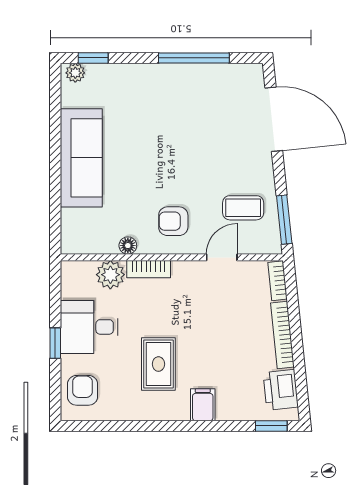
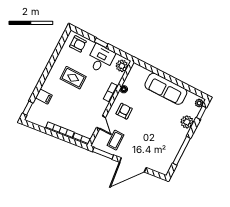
plant: (128, 78) -> (187, 122), added
door: (274, 119) -> (133, 165), moved
plant: (110, 275) -> (122, 66), moved
printer: (281, 390) -> (40, 119), removed
filing cabinet: (203, 405) -> (44, 97), moved

